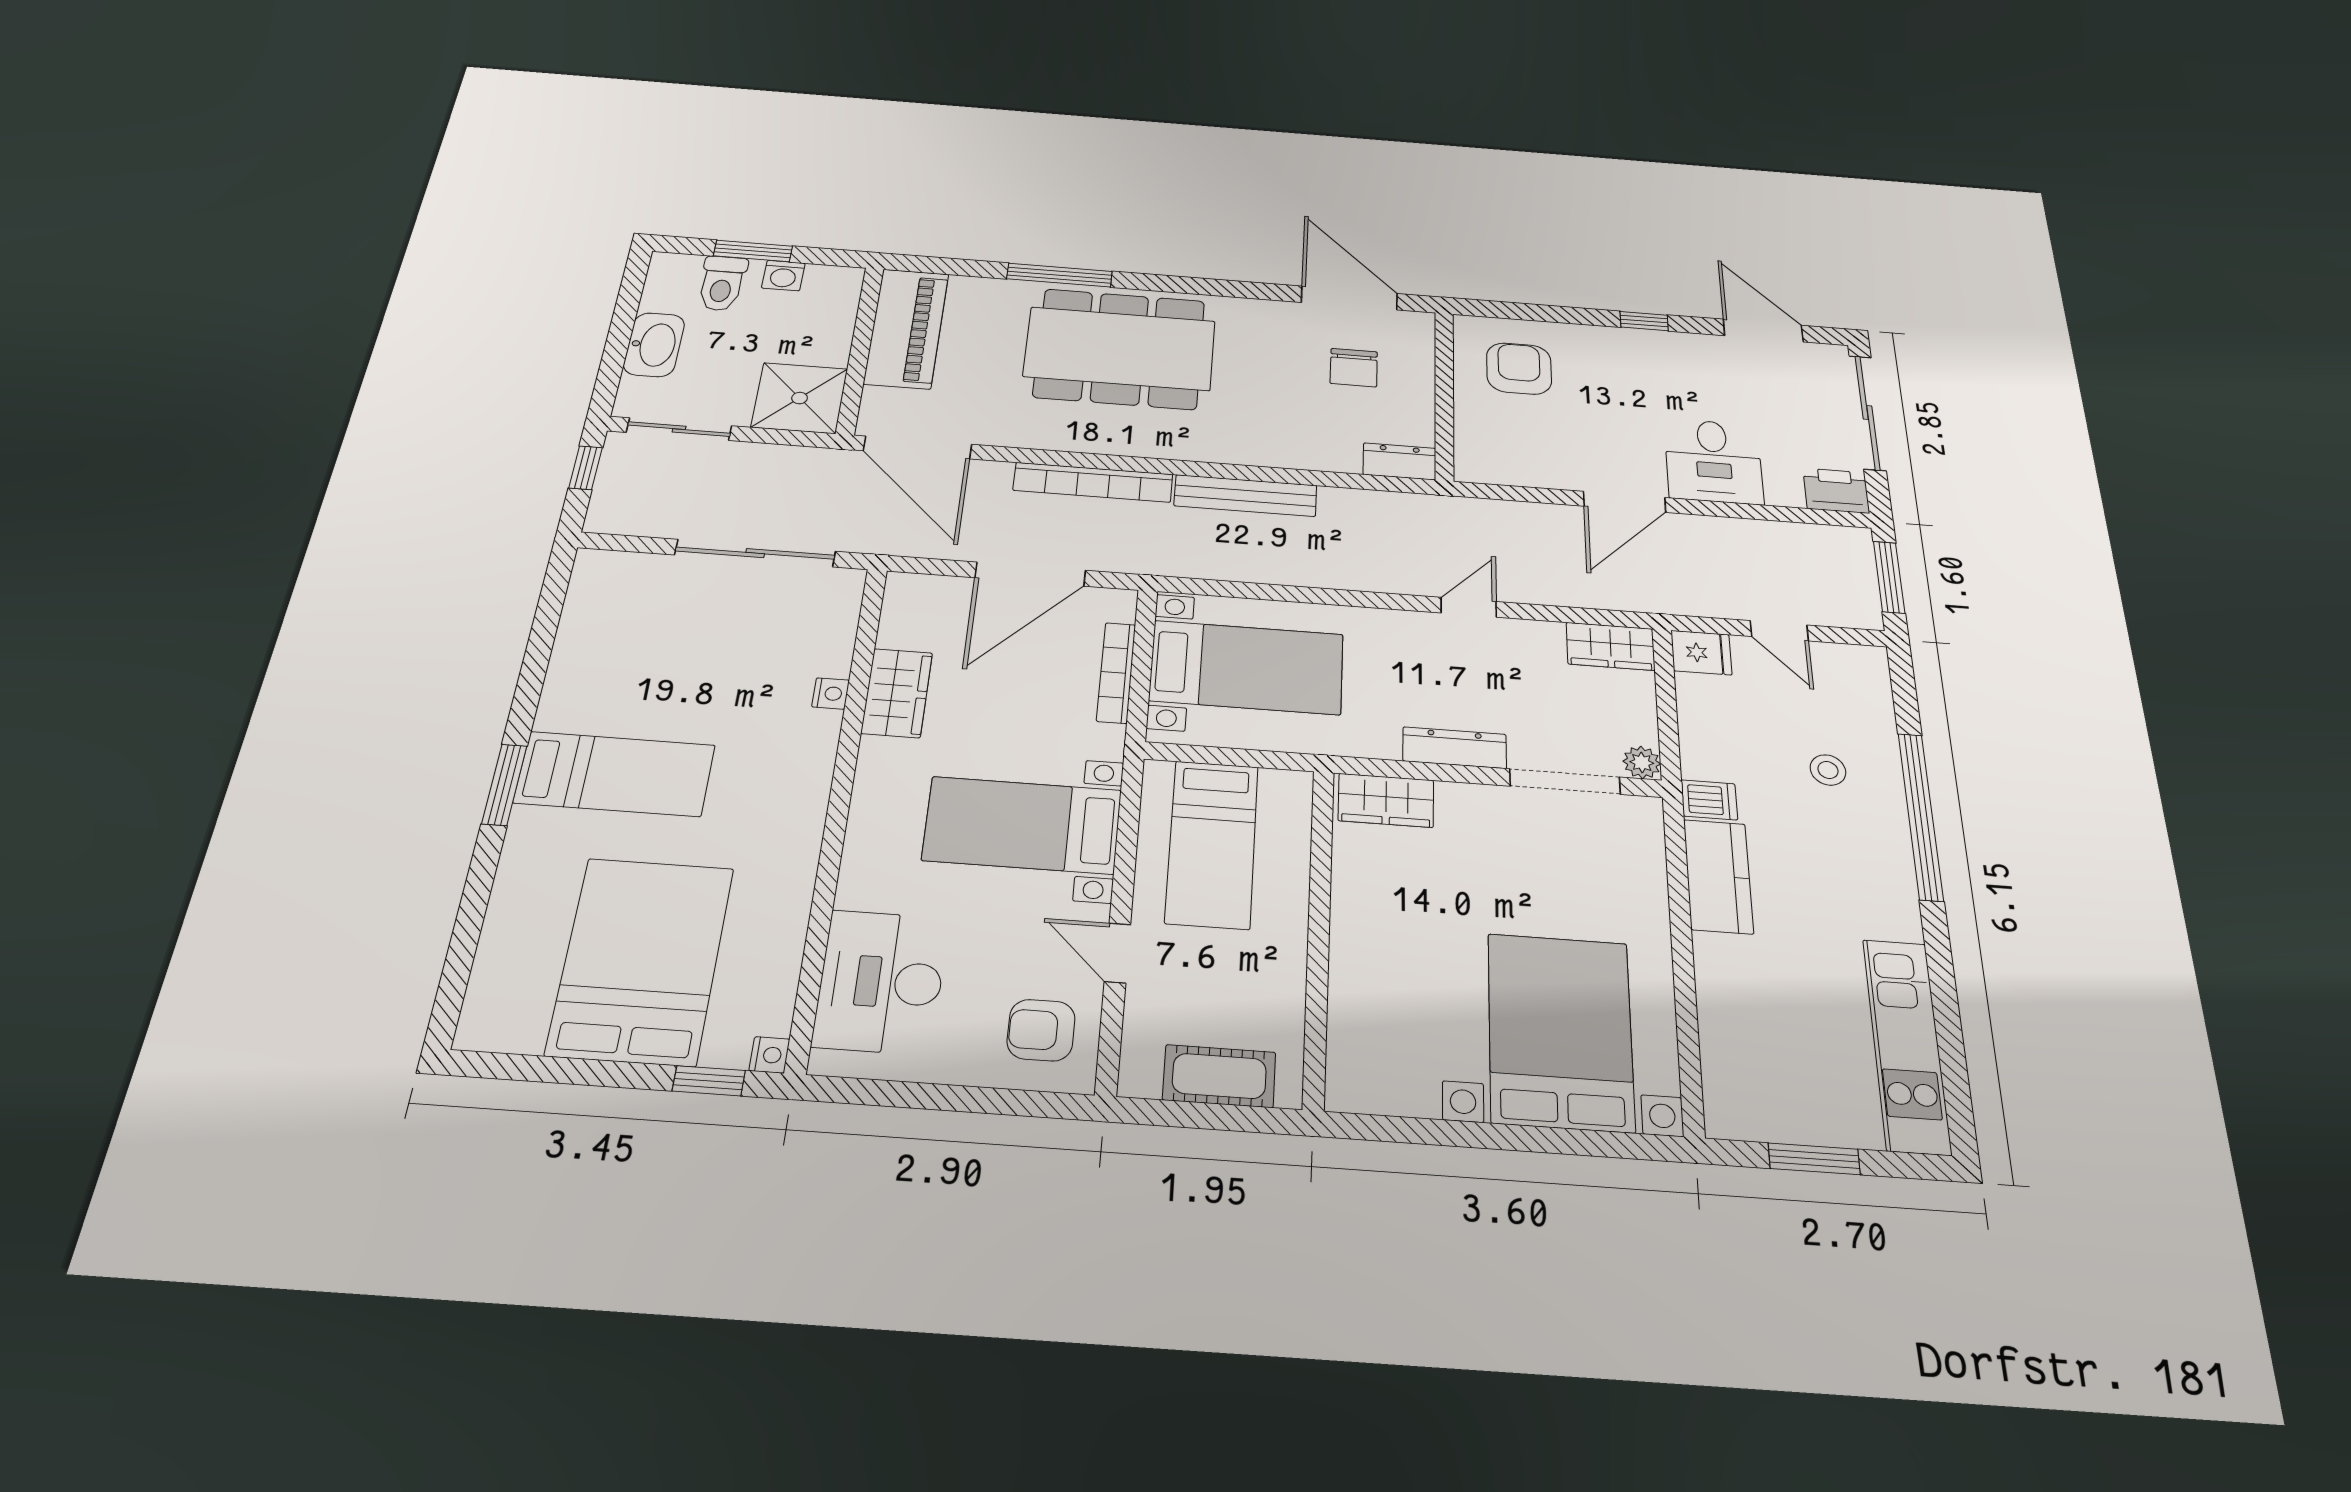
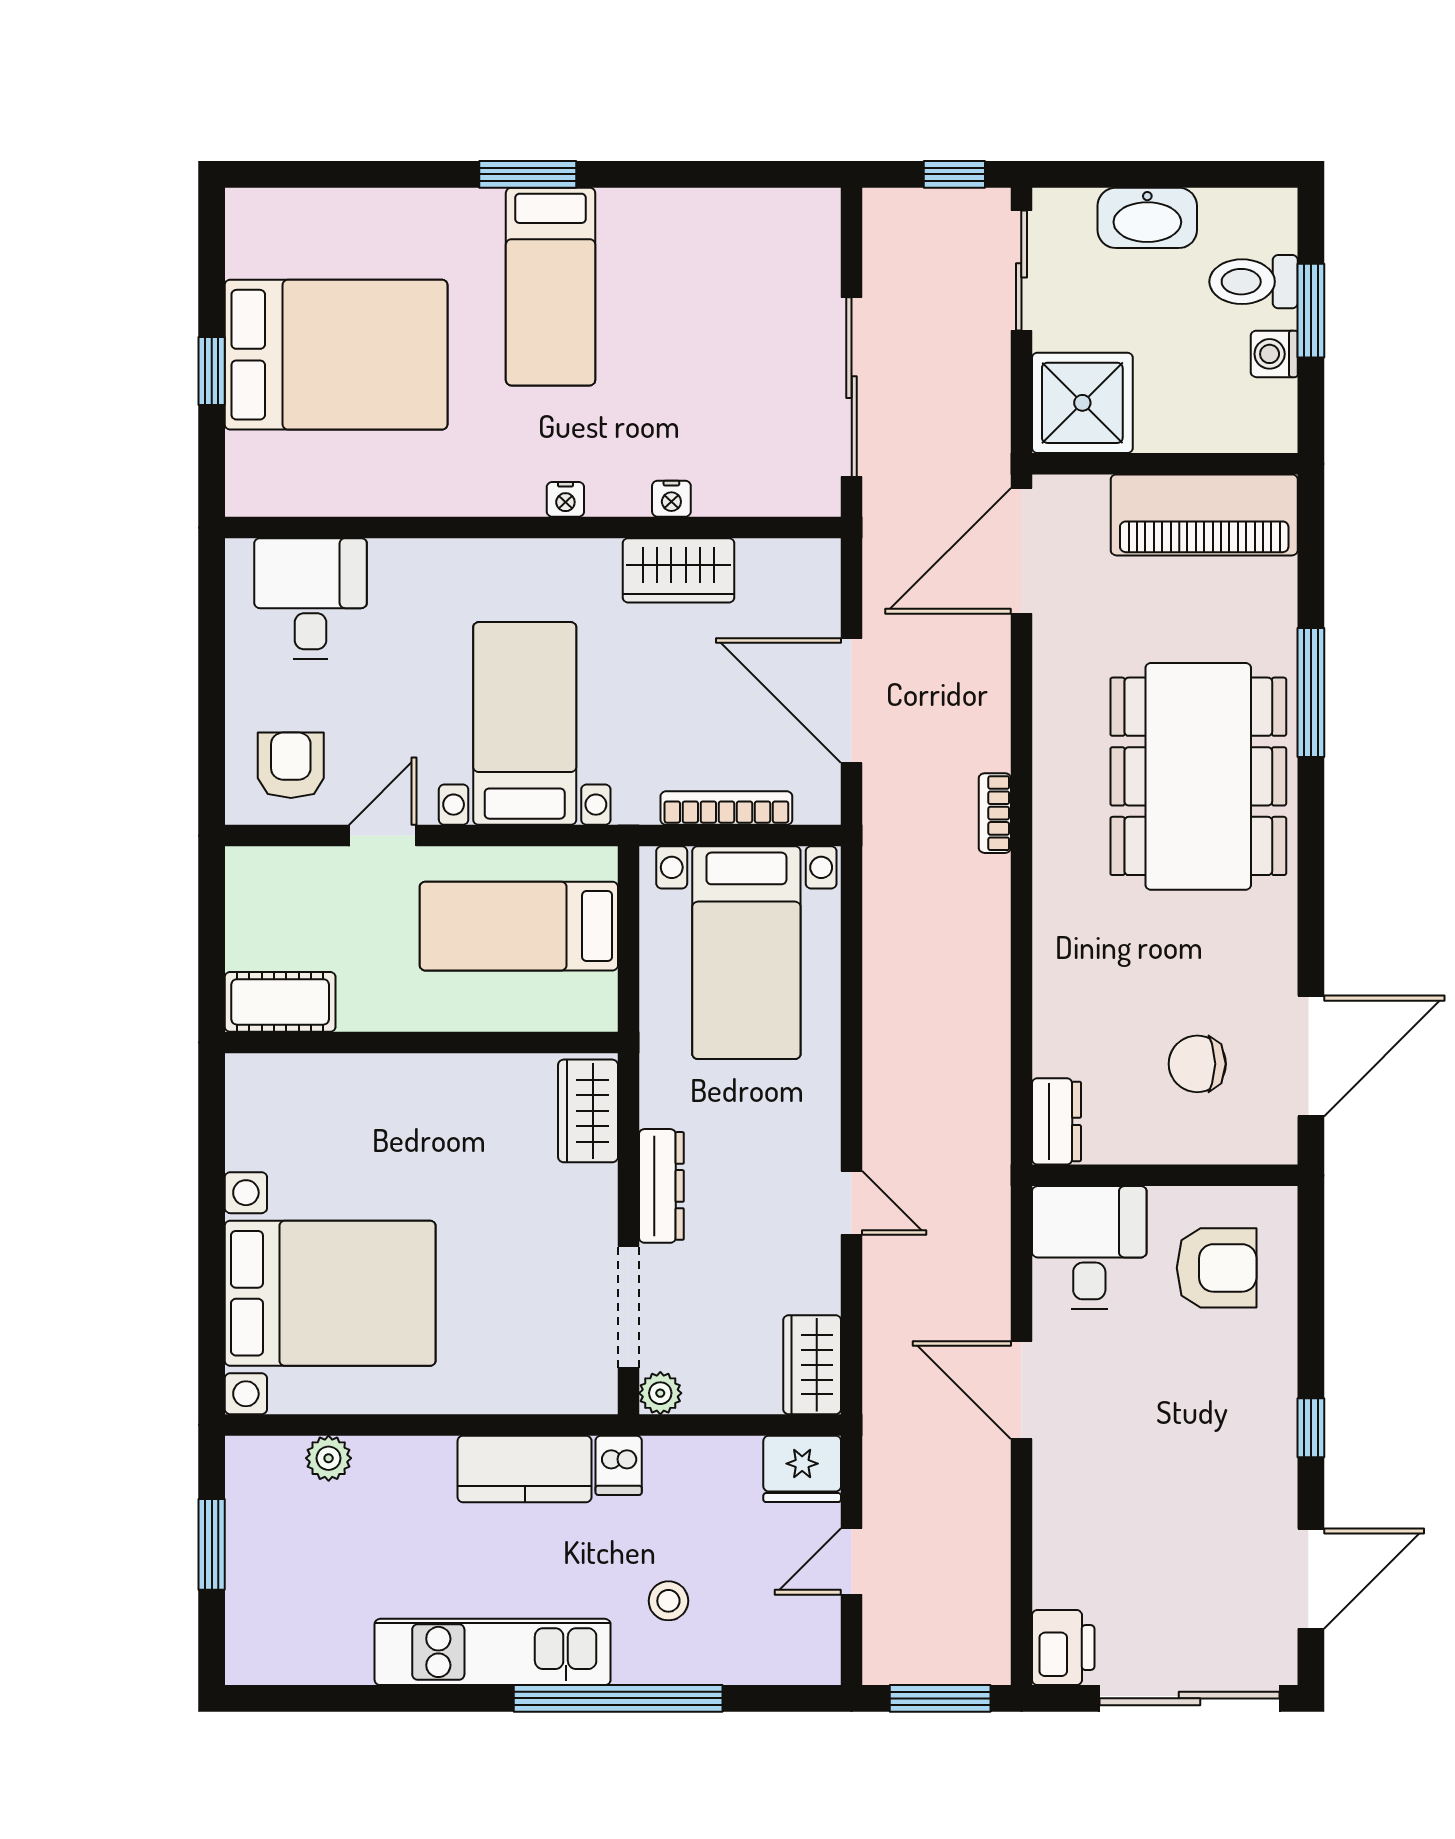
desk: (1714, 461) -> (1089, 1248), moved, turned 90
bookcase: (1093, 482) -> (995, 813), width x0.43, depth x0.76
bench: (1245, 496) -> (988, 940), removed
fridge: (1701, 653) -> (802, 1469), width x1.38
desk: (881, 982) -> (311, 599), width x0.73
plant: (1721, 1044) -> (329, 1458), added
kitchen unit: (1906, 1045) -> (493, 1652), moved
nightstand: (769, 1055) -> (565, 499), moved
cot: (1219, 1076) -> (280, 1002), moved, turned 90
window: (709, 1081) -> (212, 371), moved

